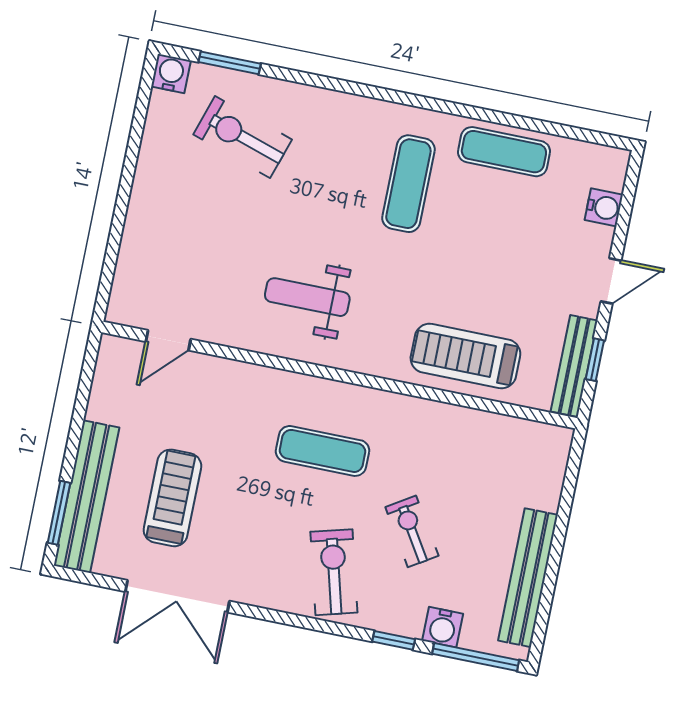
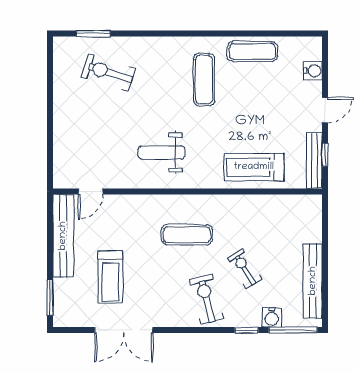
water cooler: (171, 73) -> (62, 46), removed
bench: (87, 497) -> (63, 236), moved
treadmill: (172, 498) -> (110, 277), turned 180

